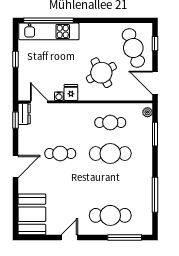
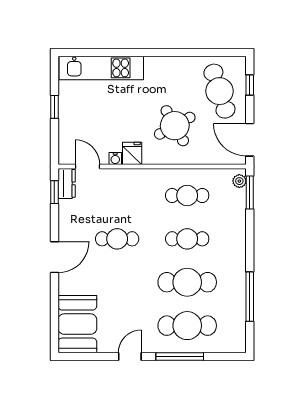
window: (48, 20) -> (101, 52), removed
window: (155, 134) -> (250, 192), moved
cafe table: (110, 153) -> (187, 239), width x0.73, depth x0.74
cafe table: (110, 184) -> (187, 282), added
window: (125, 237) -> (180, 356), moved

